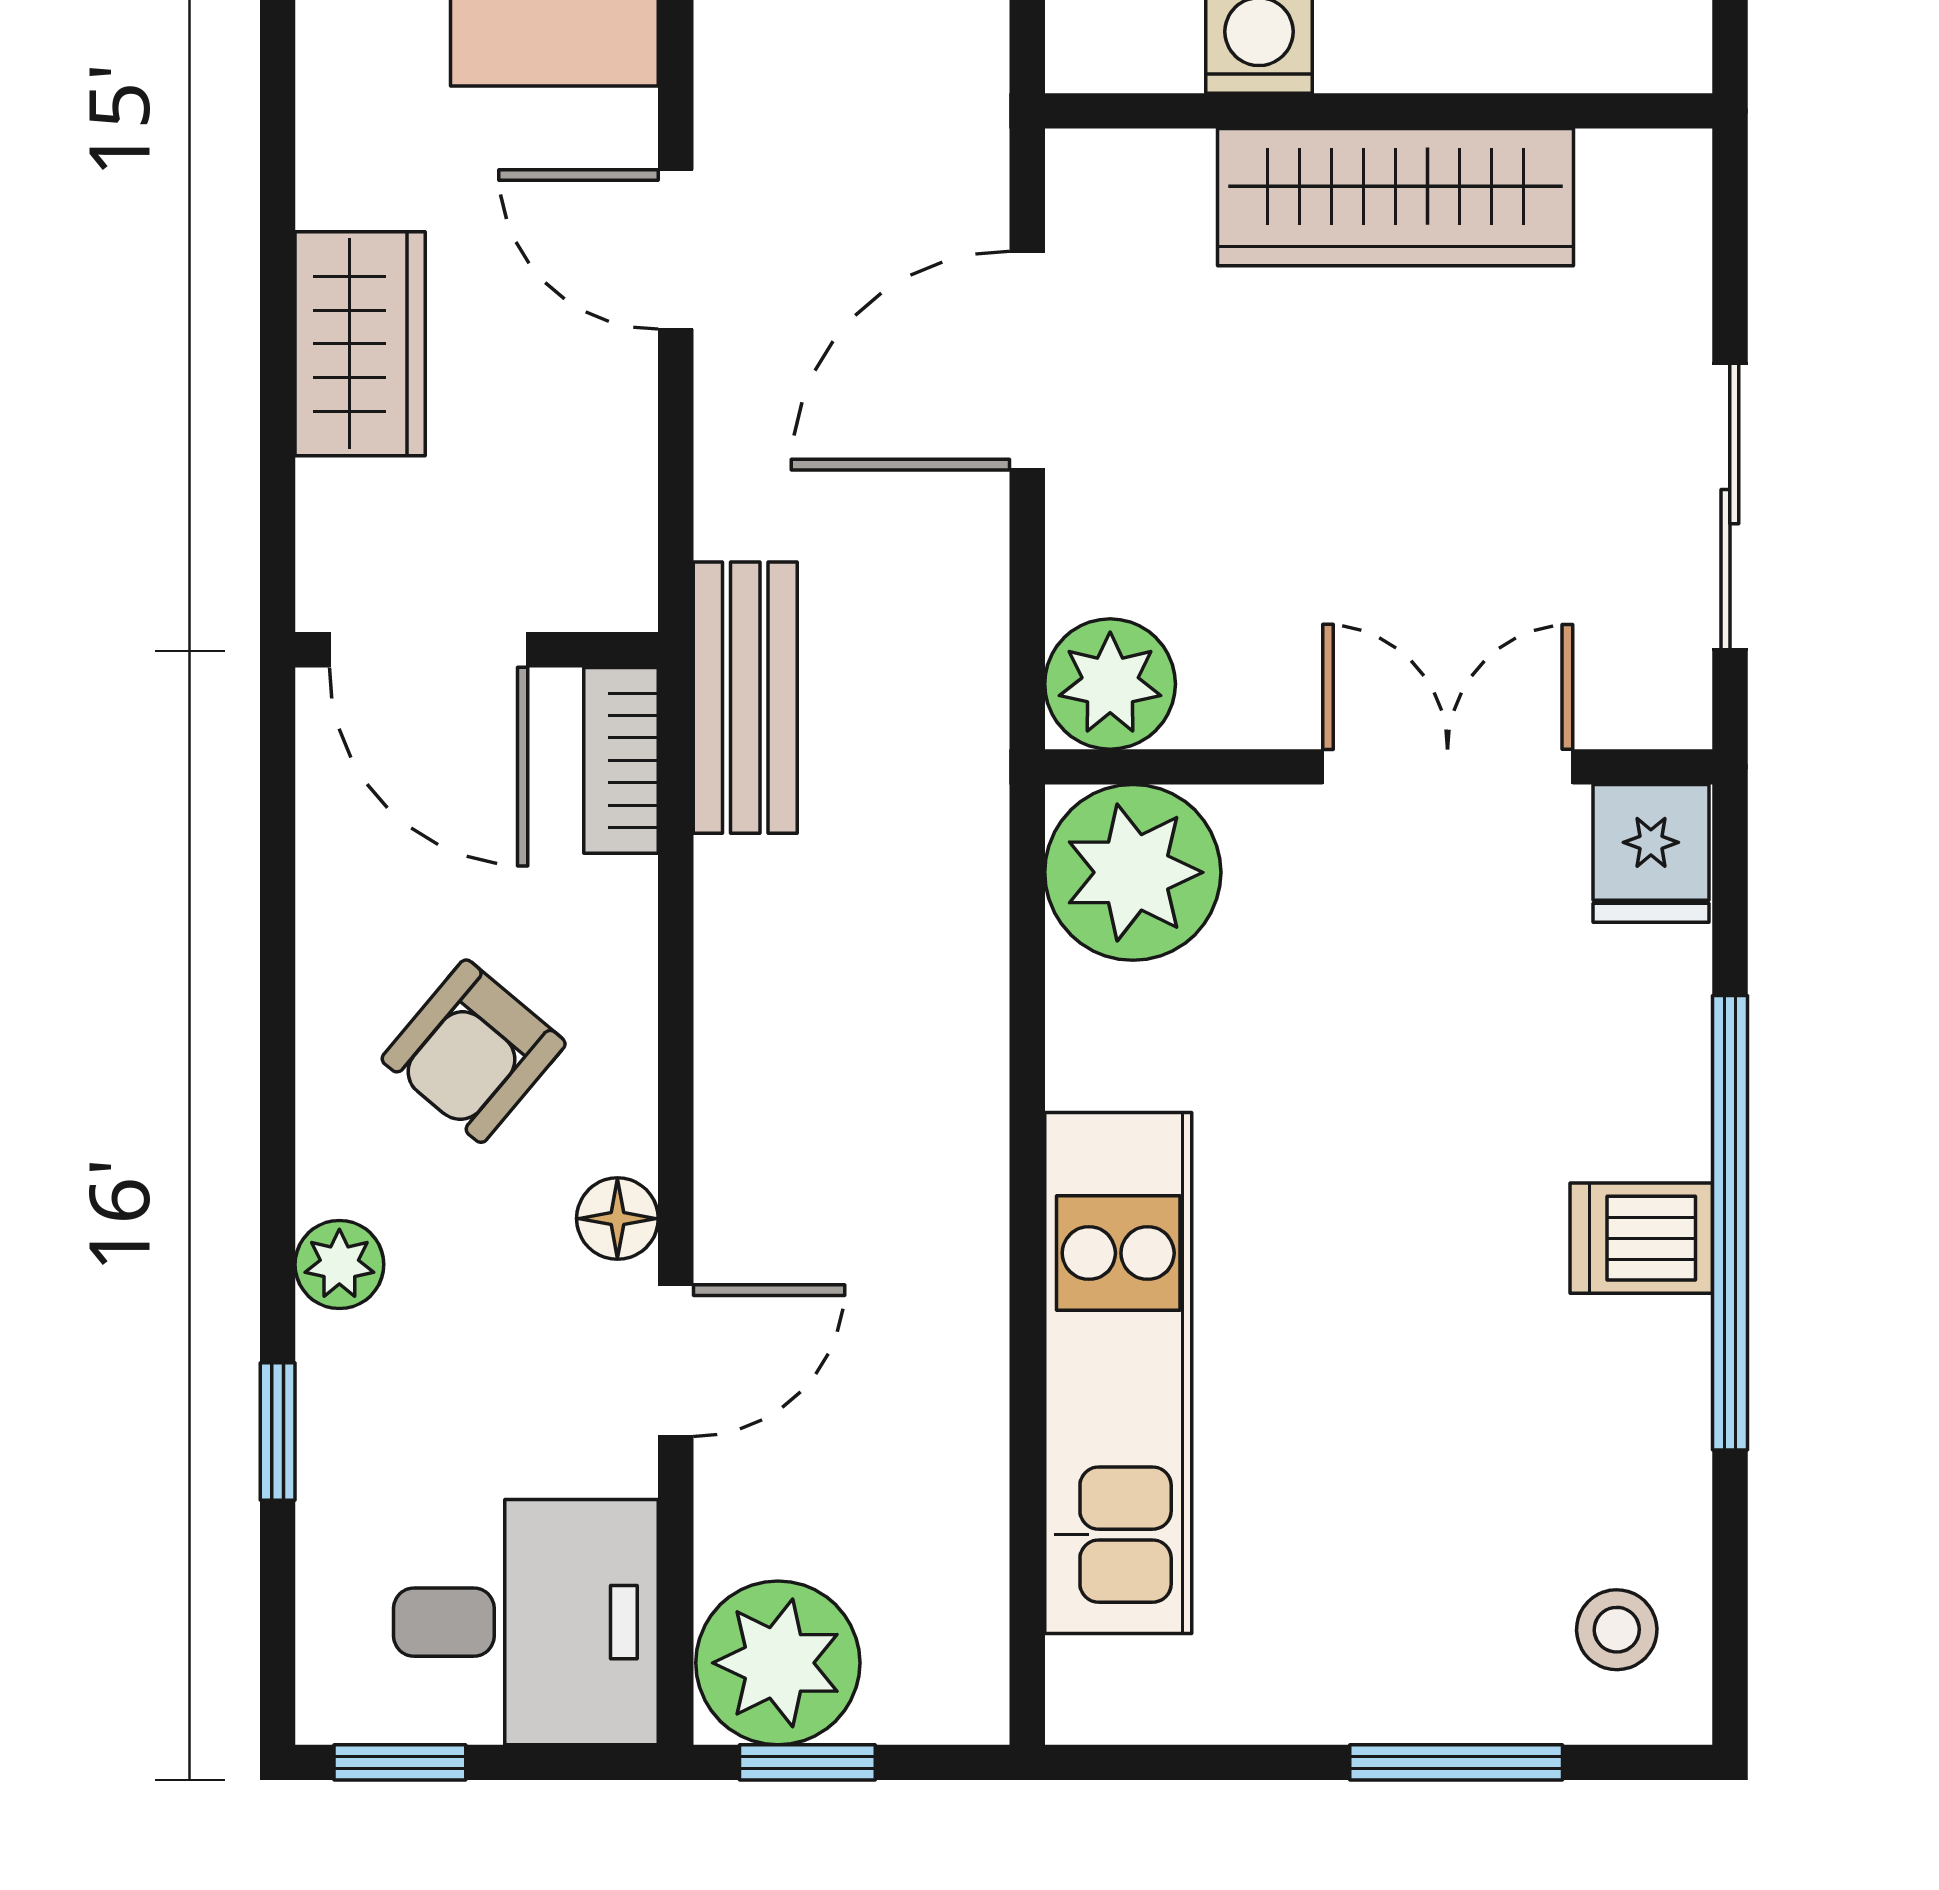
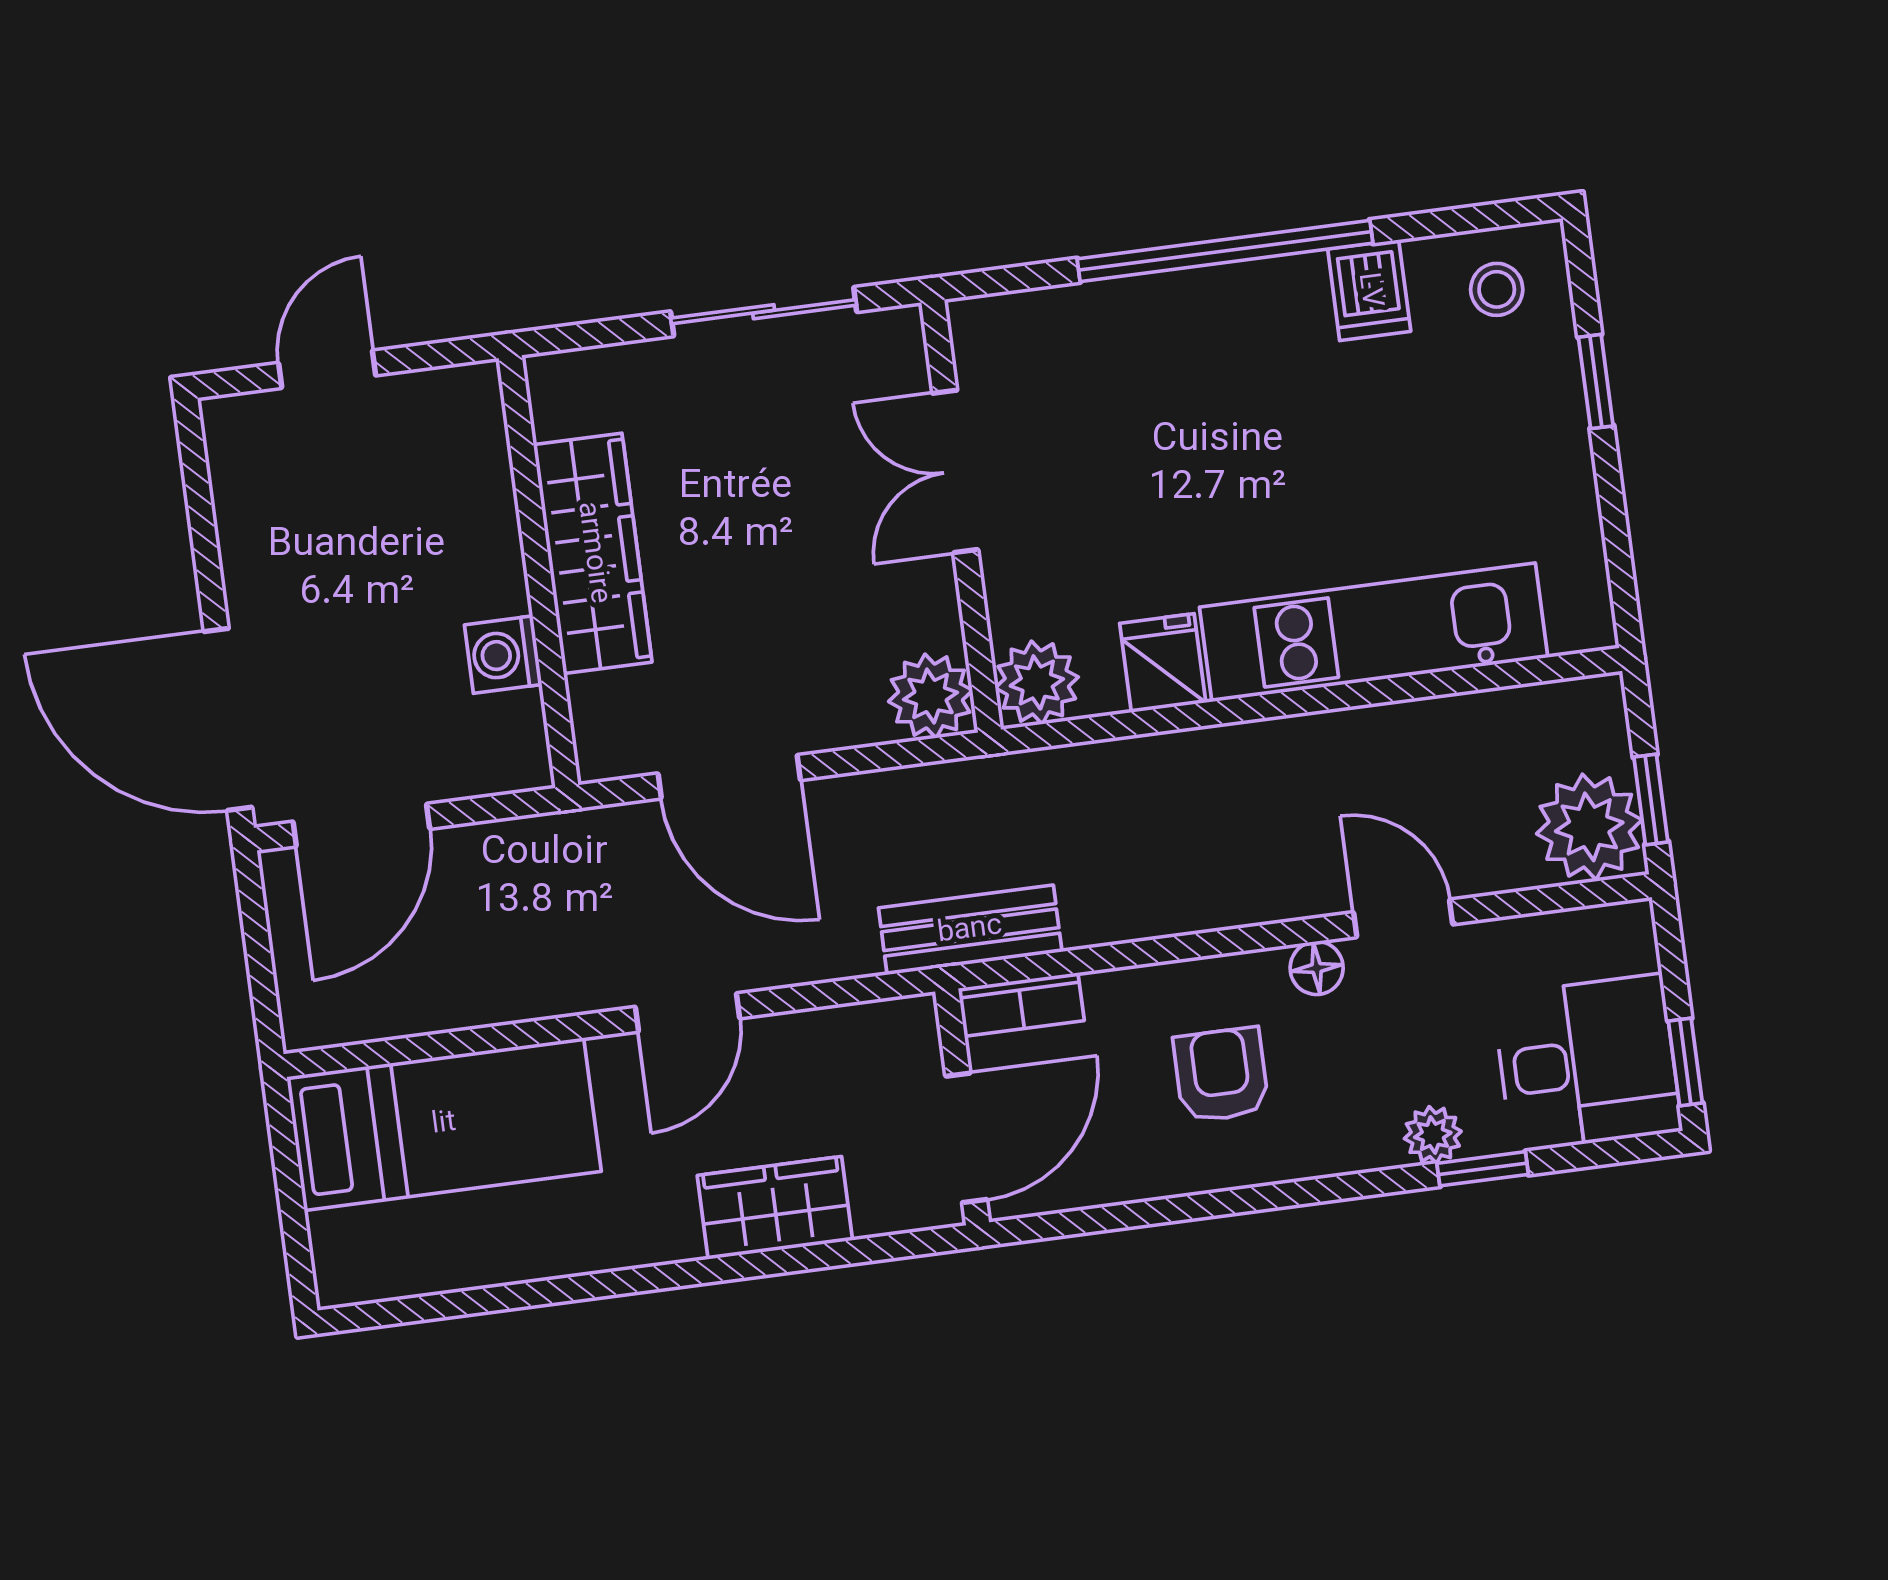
fridge: (1651, 853) -> (1163, 663), moved, turned -90
plant: (1133, 872) -> (1037, 682), width x0.73, depth x0.73
armchair: (474, 1051) -> (1221, 1075), turned -130
dishwasher: (1641, 1238) -> (1369, 290), moved
plant: (339, 1264) -> (1433, 1135), moved
desk: (526, 1622) -> (1587, 1063), moved, turned 90
window: (1456, 1762) -> (1596, 382), width x0.67

